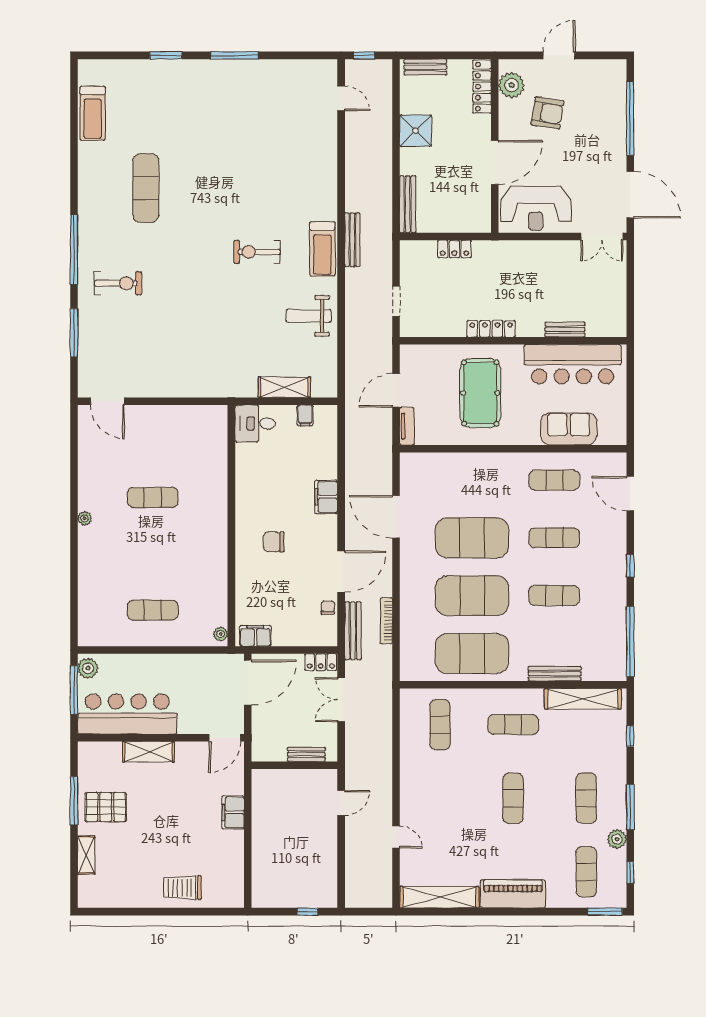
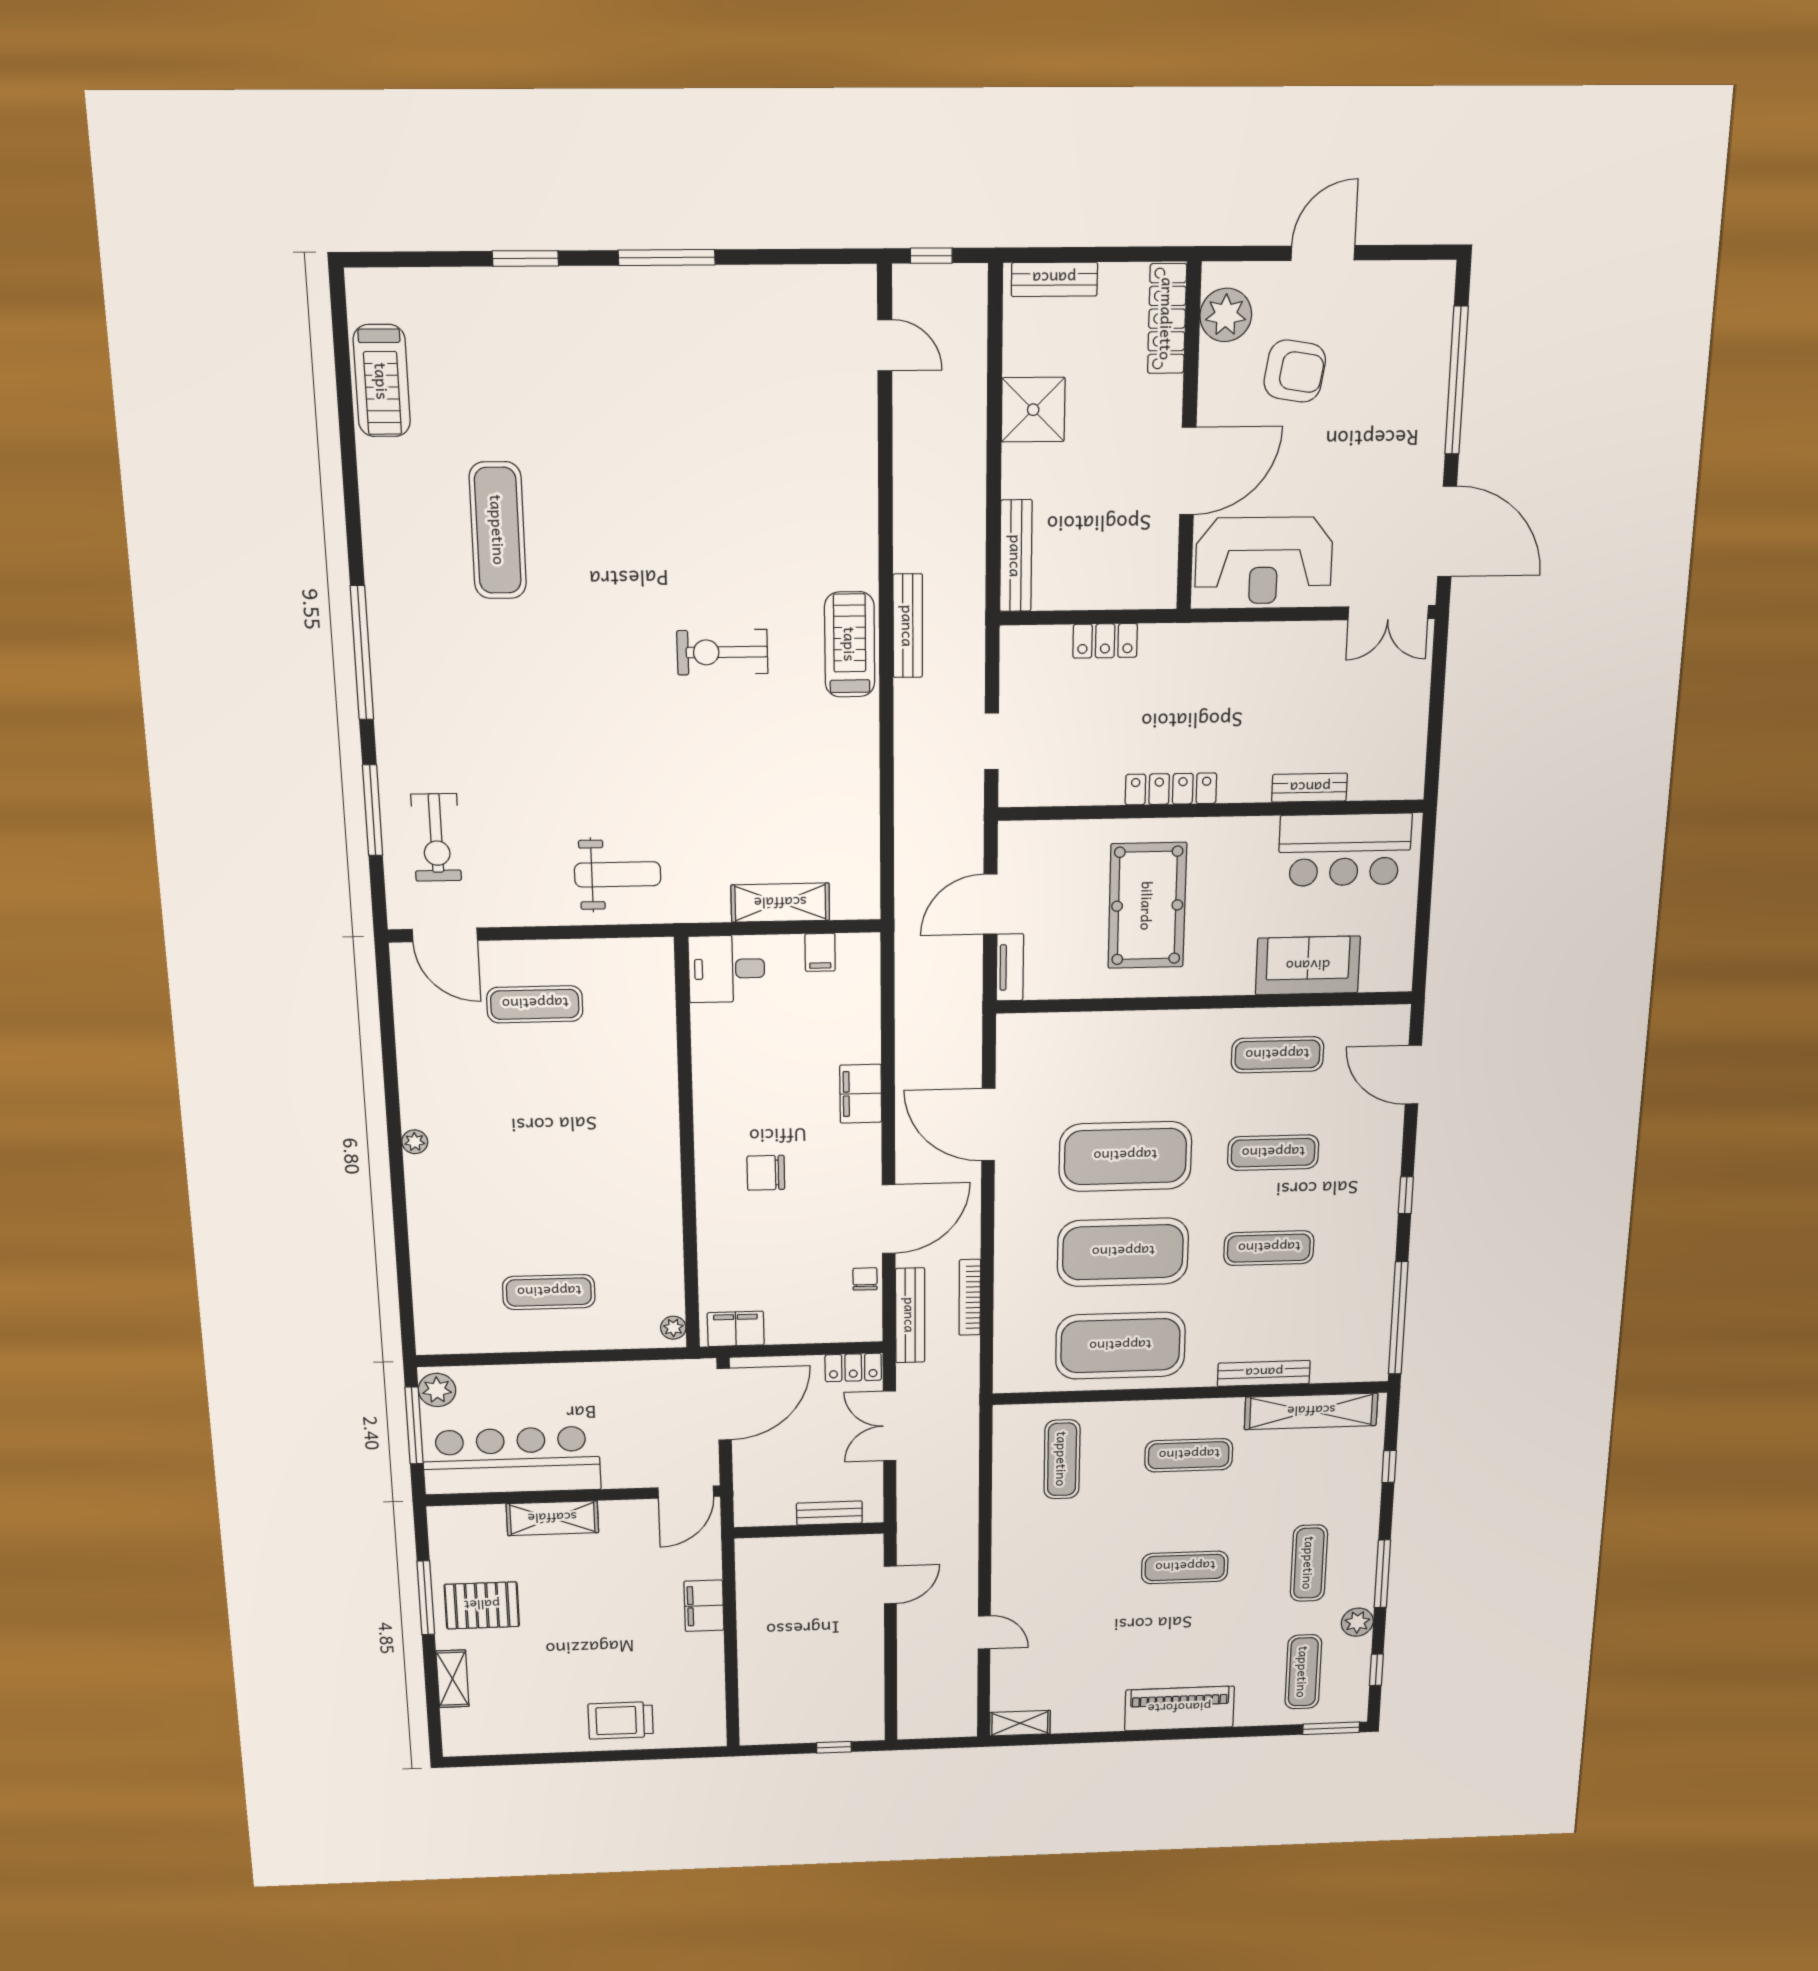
treadmill: (322, 249) -> (850, 644), turned 180
exercise bike: (118, 283) -> (436, 837), moved, turned 90
weight bench: (309, 316) -> (618, 874), moved, turned 180
bar counter: (573, 364) -> (1345, 850), width x0.73
exercise mat: (153, 497) -> (535, 1004), moved
exercise mat: (513, 798) -> (1185, 1567), turned 90
shelving: (439, 897) -> (1020, 1723), width x0.45, depth x0.75

